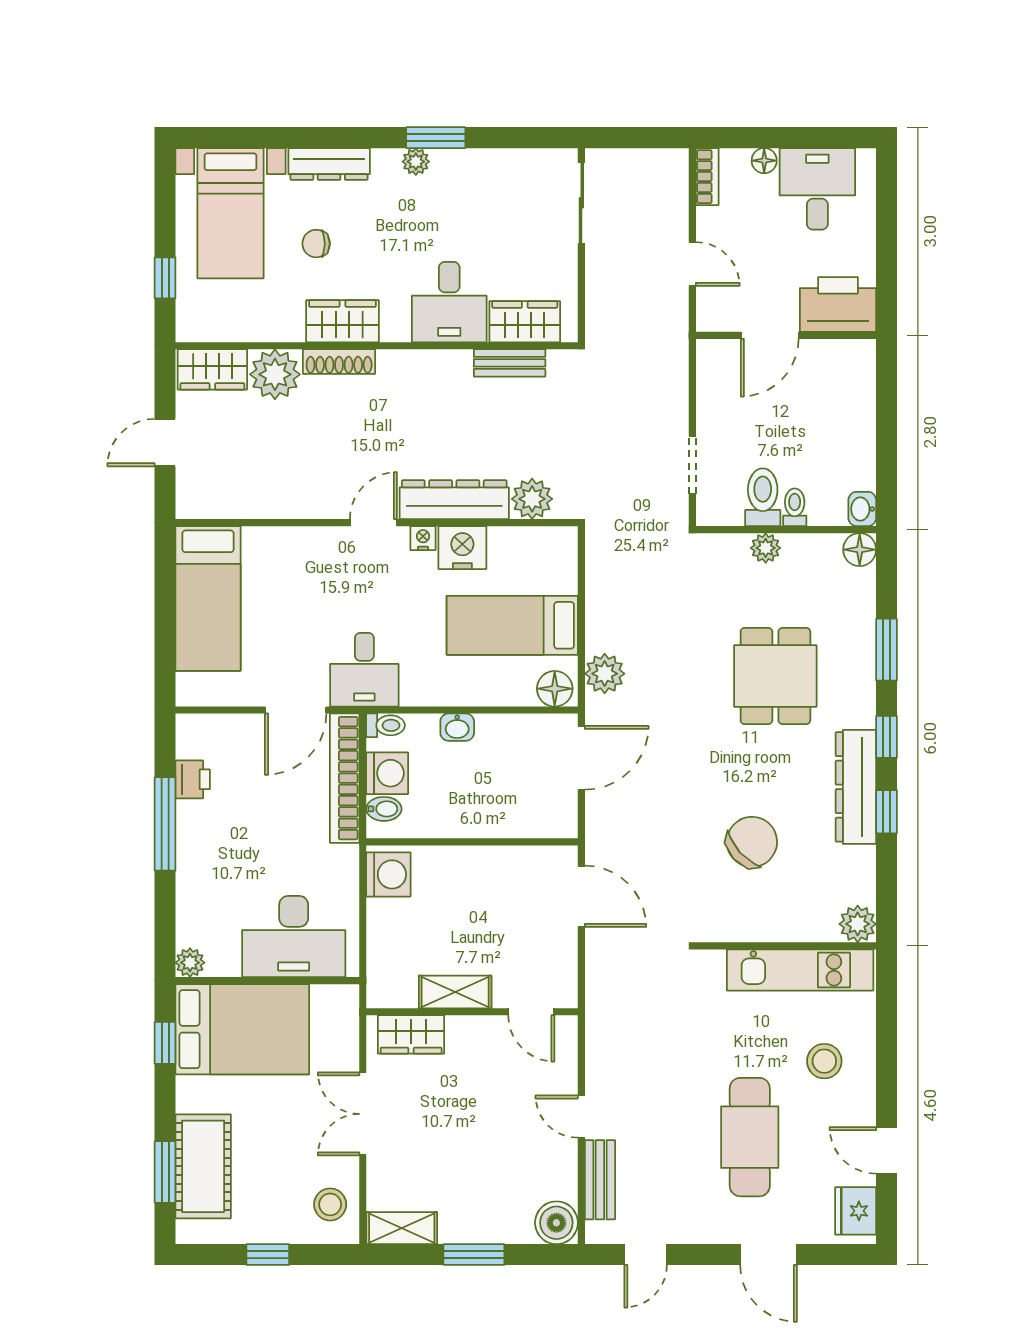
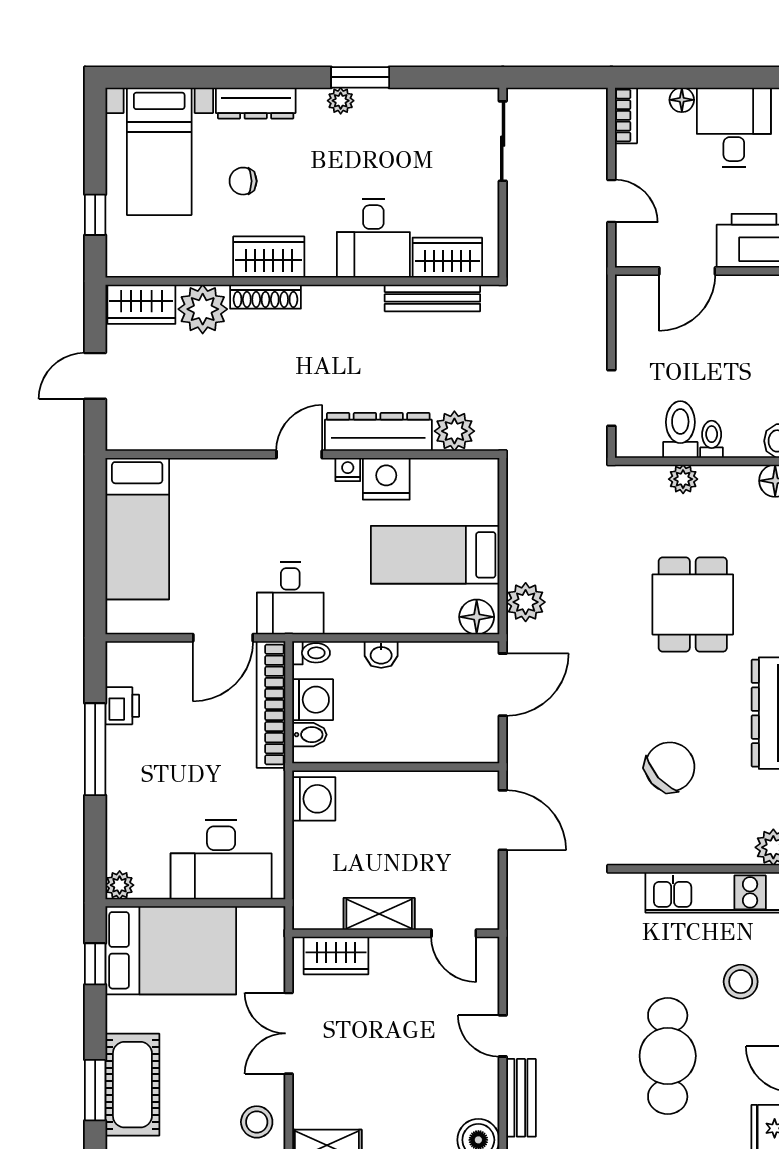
bench: (510, 363) -> (432, 298), width x1.36

